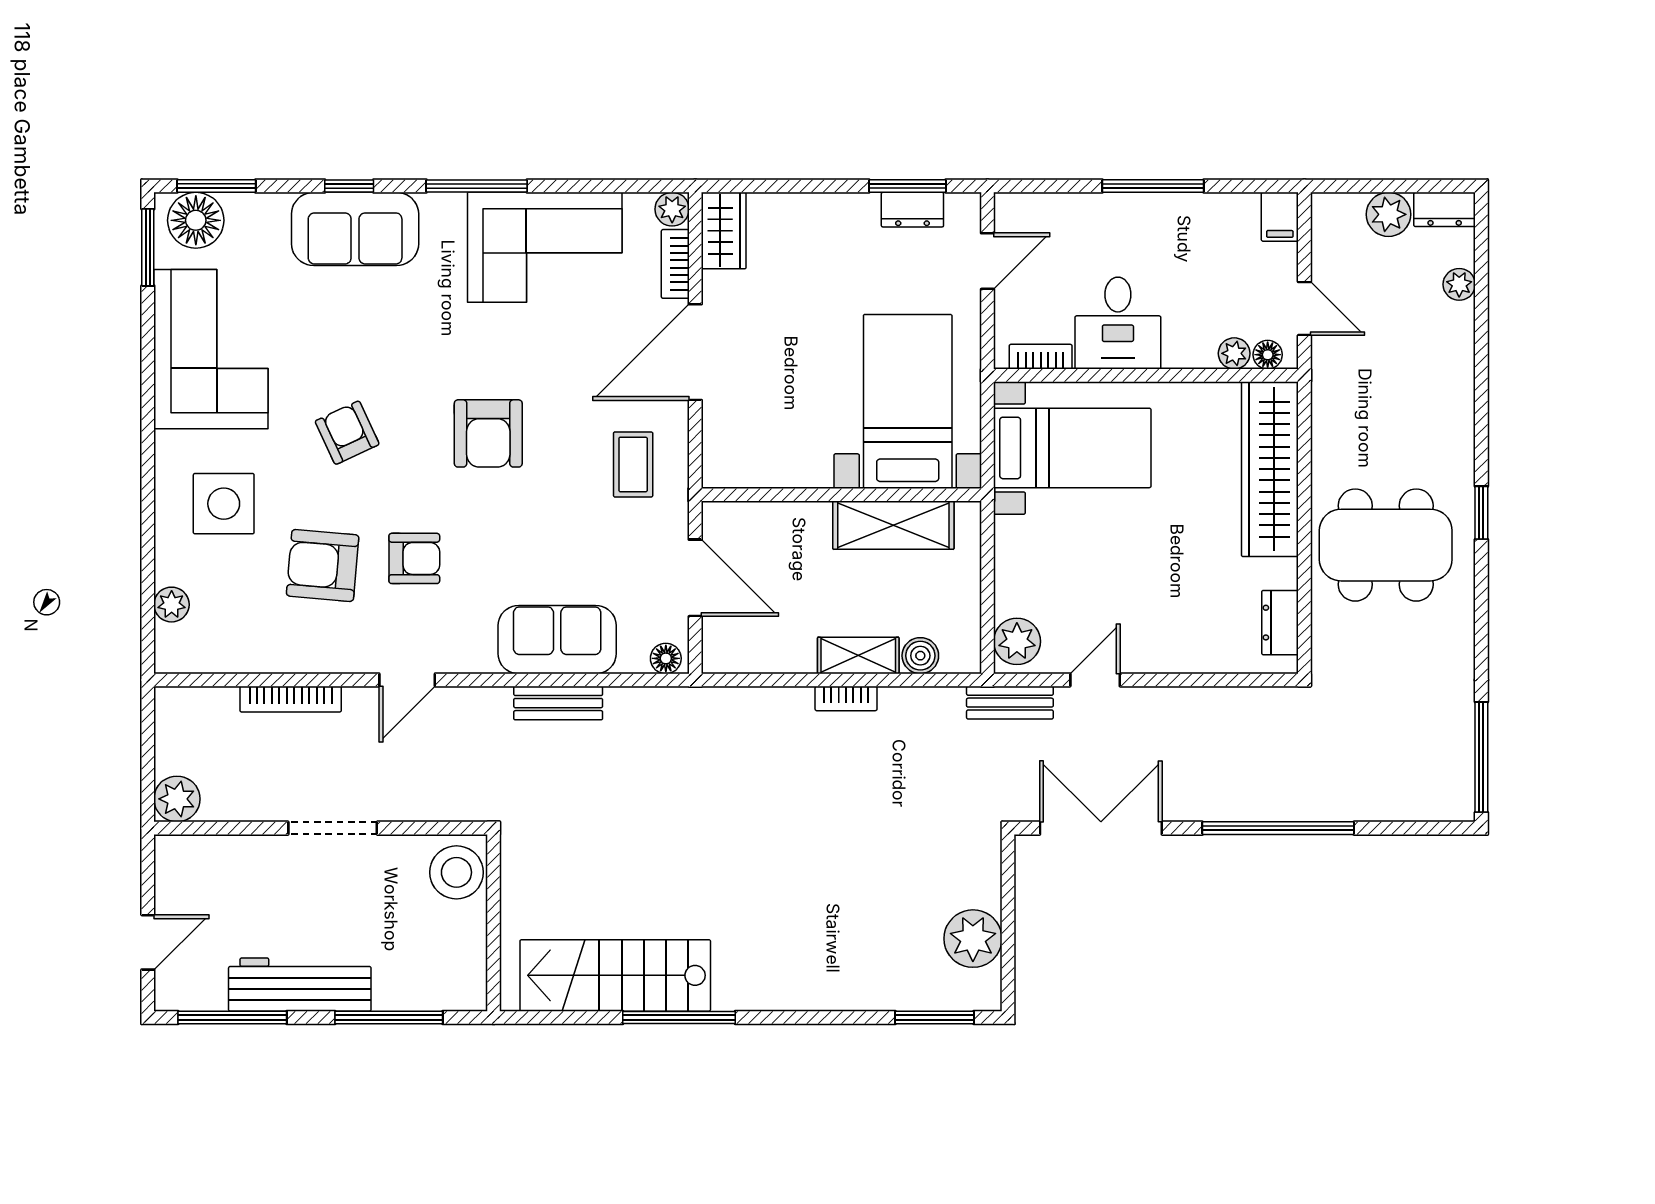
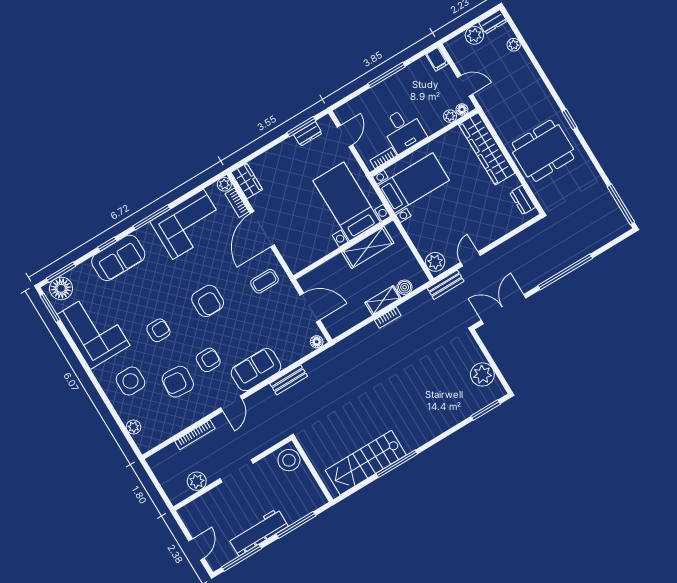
armchair: (347, 433) -> (158, 330), turned 115
coffee table: (633, 464) -> (264, 281), turned 90
sofa: (557, 640) -> (256, 370), moved
plant: (177, 799) -> (197, 481), moved

